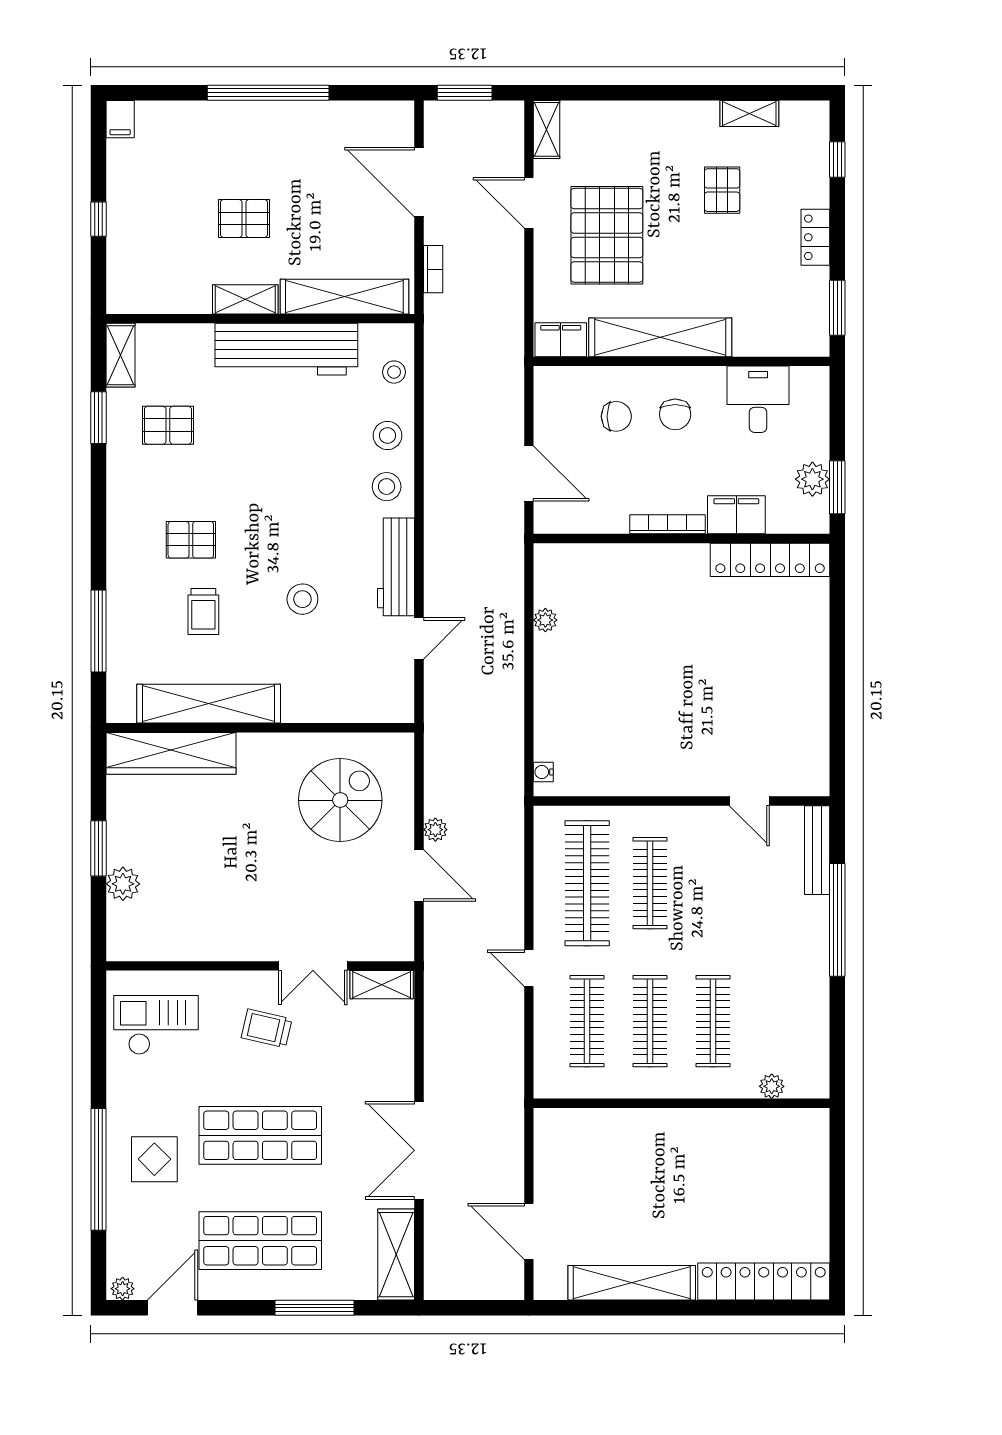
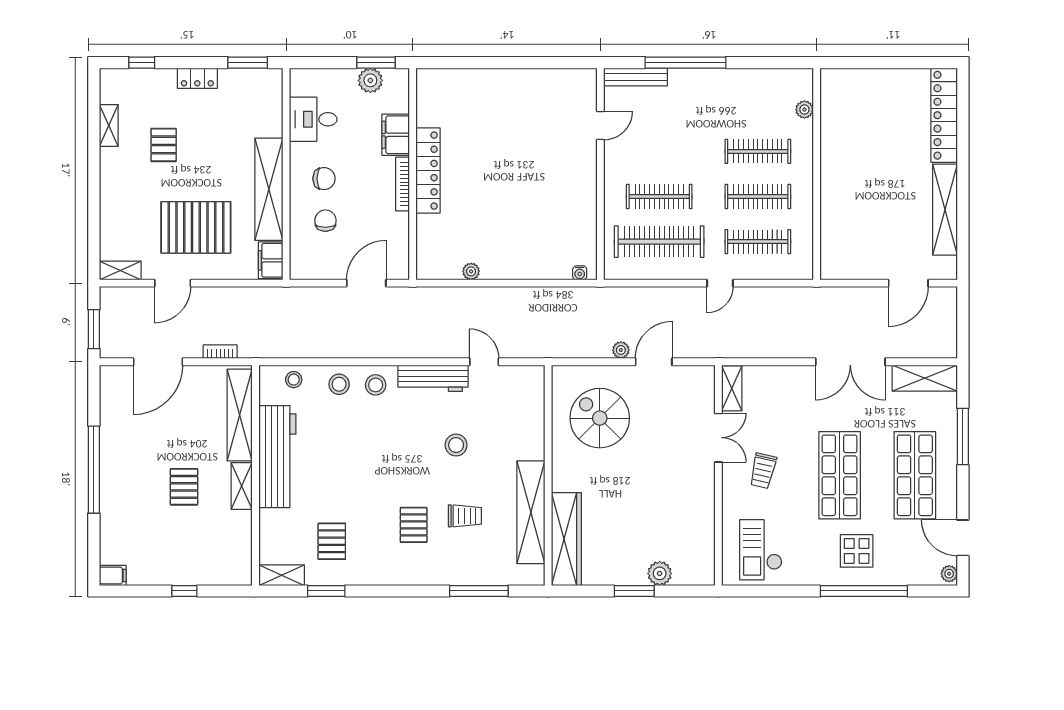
pallet: (722, 190) -> (164, 145), turned 90
locker: (770, 560) -> (428, 171), moved

